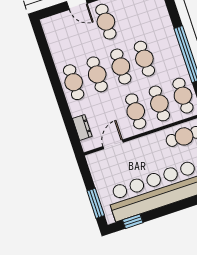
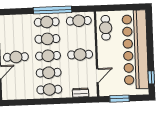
cafe table: (159, 103) -> (47, 22), moved
door: (113, 144) -> (97, 76), swing flipped
window: (96, 203) -> (119, 99), moved

